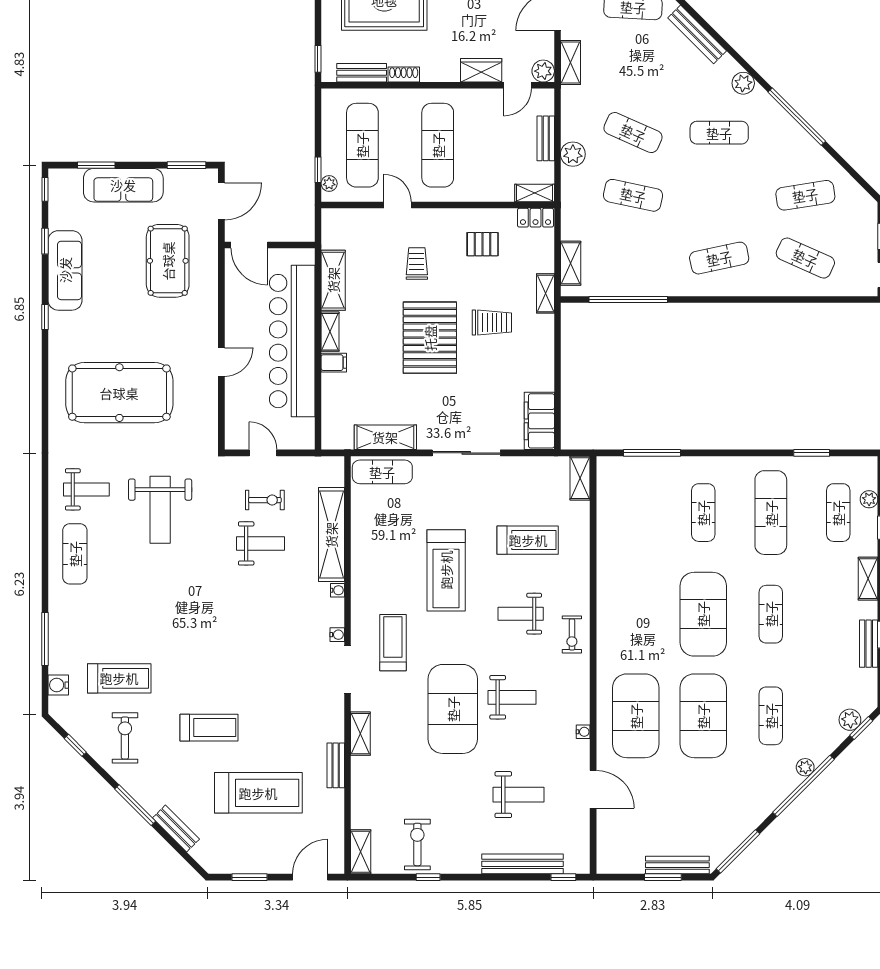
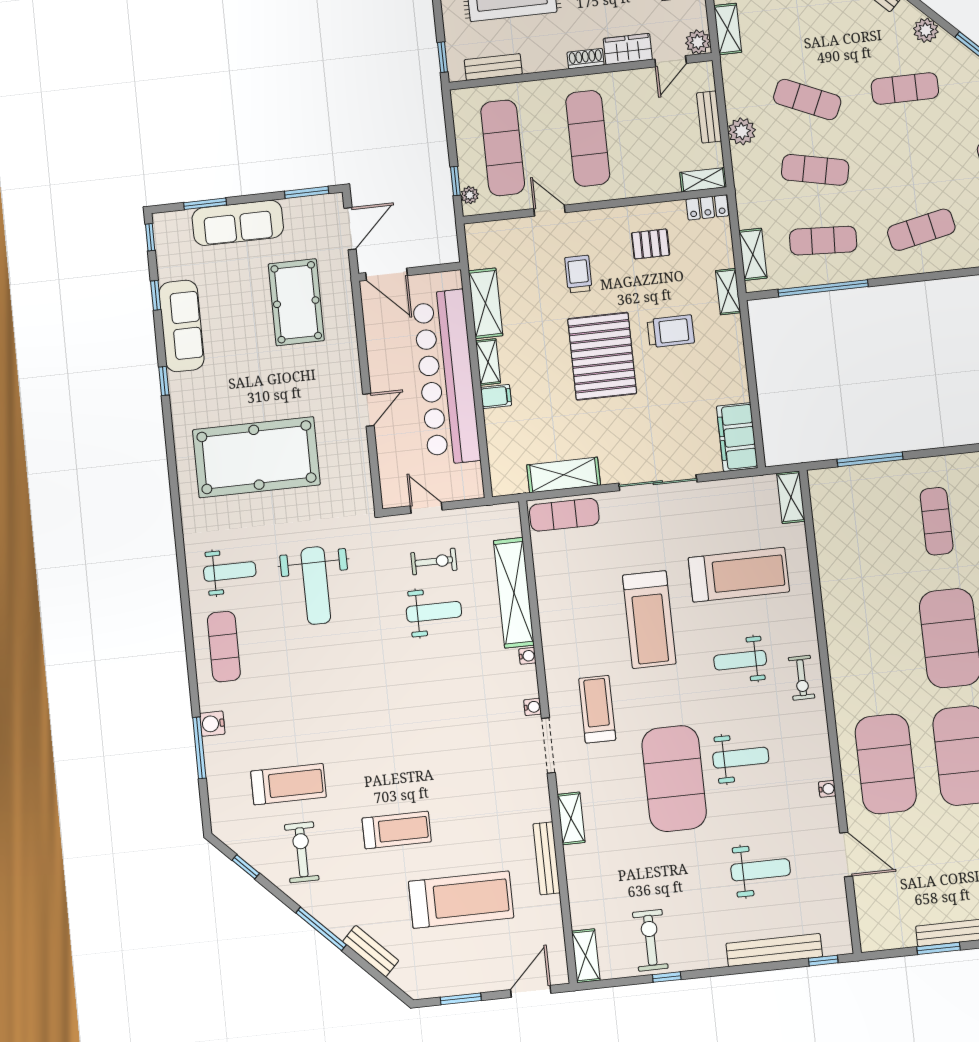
shoe rack: (404, 75) -> (586, 59), moved
exercise mat: (633, 258) -> (823, 241), added
treadmill: (528, 540) -> (739, 575), width x1.37, depth x1.38
water cooler: (58, 685) -> (212, 724), moved
bench: (336, 765) -> (546, 858), width x1.36

